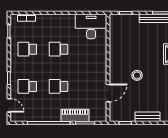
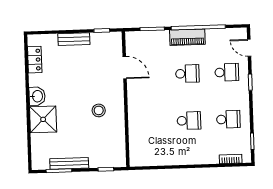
desk: (91, 26) -> (149, 151), removed
stool: (137, 75) -> (99, 110), moved
door: (108, 93) -> (125, 68), swing flipped
piano: (75, 115) -> (187, 37), moved

